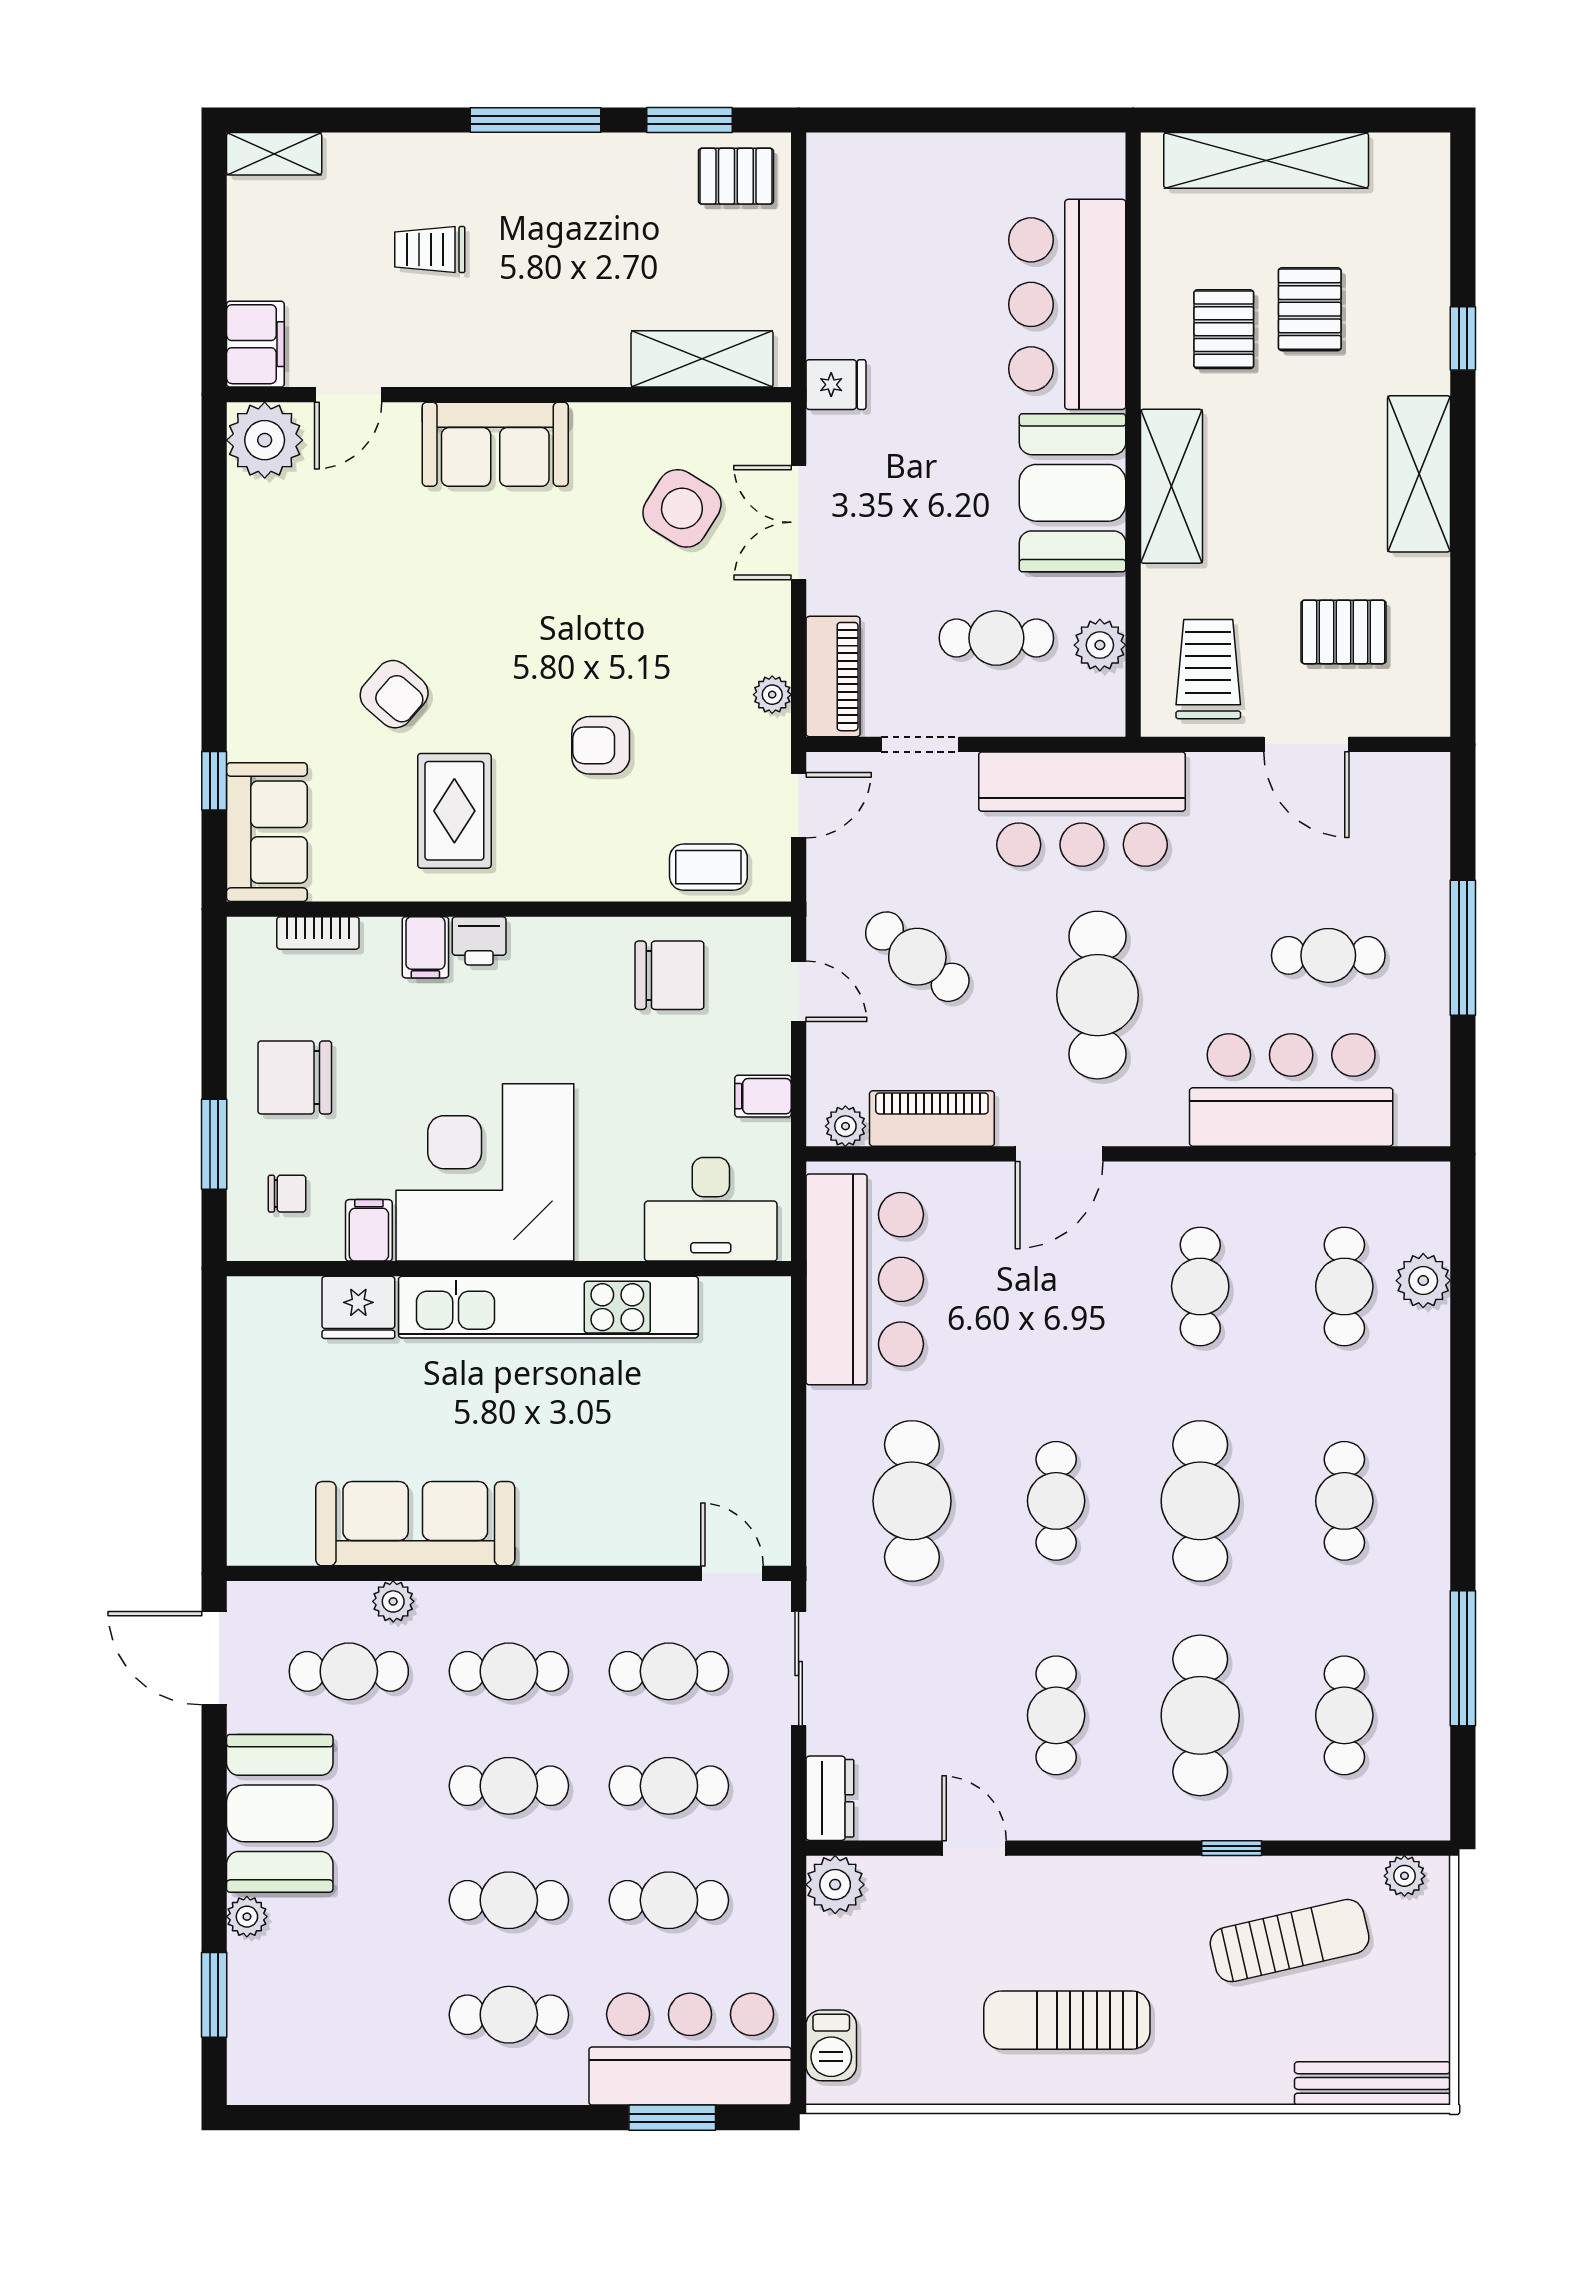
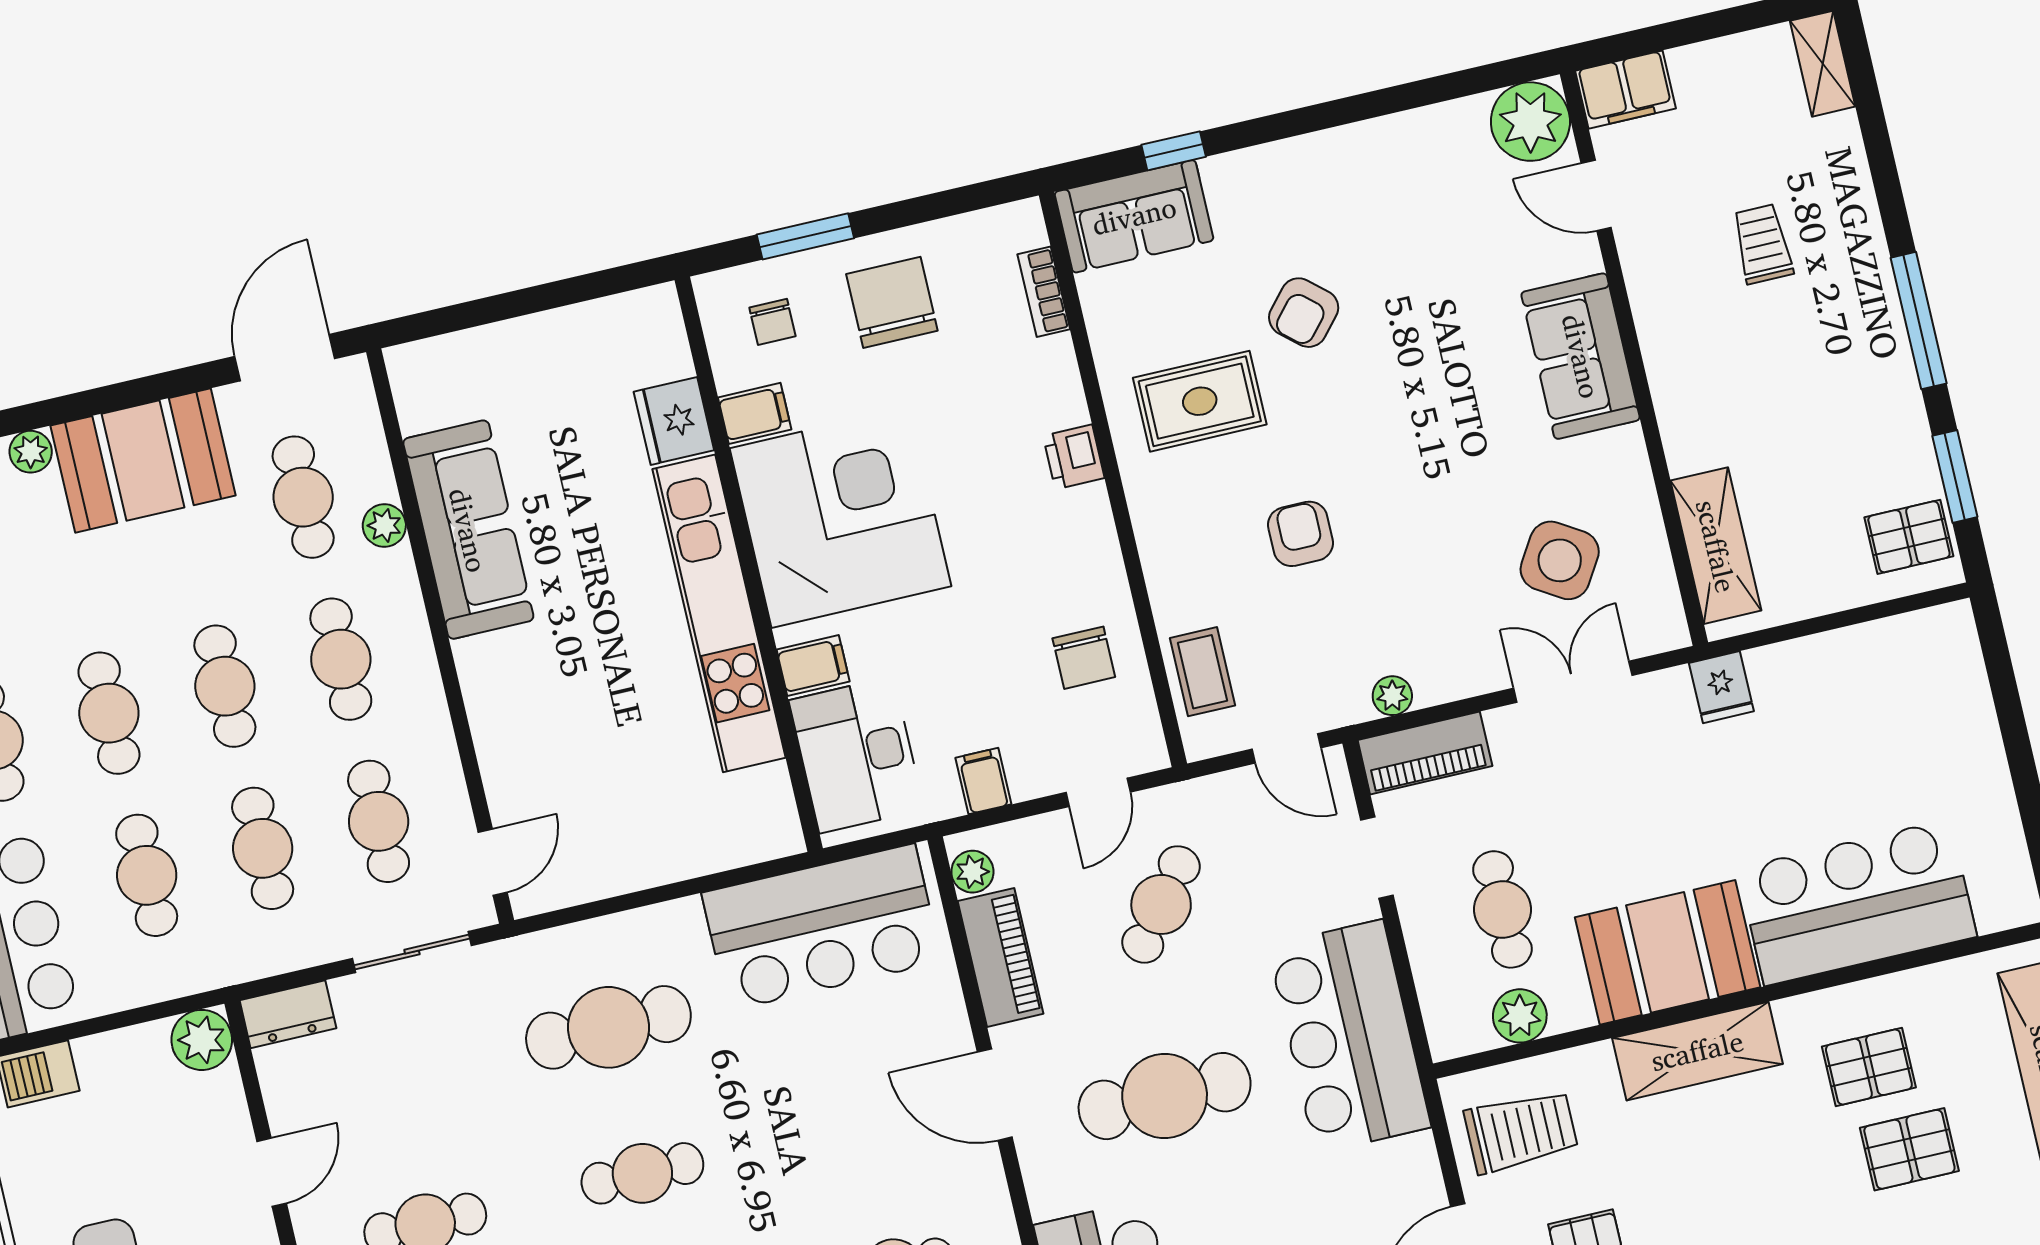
pallet: (736, 176) -> (1909, 537), turned 90
filing cabinet: (425, 947) -> (813, 665), moved, turned 180
chair: (669, 975) -> (1084, 658), width x0.73, depth x0.73

